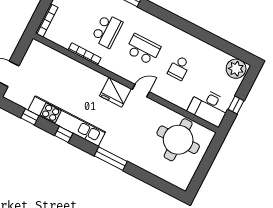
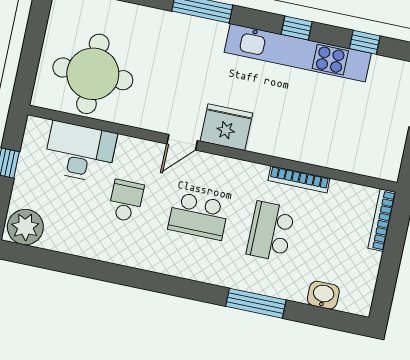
desk: (209, 107) -> (80, 152), moved

